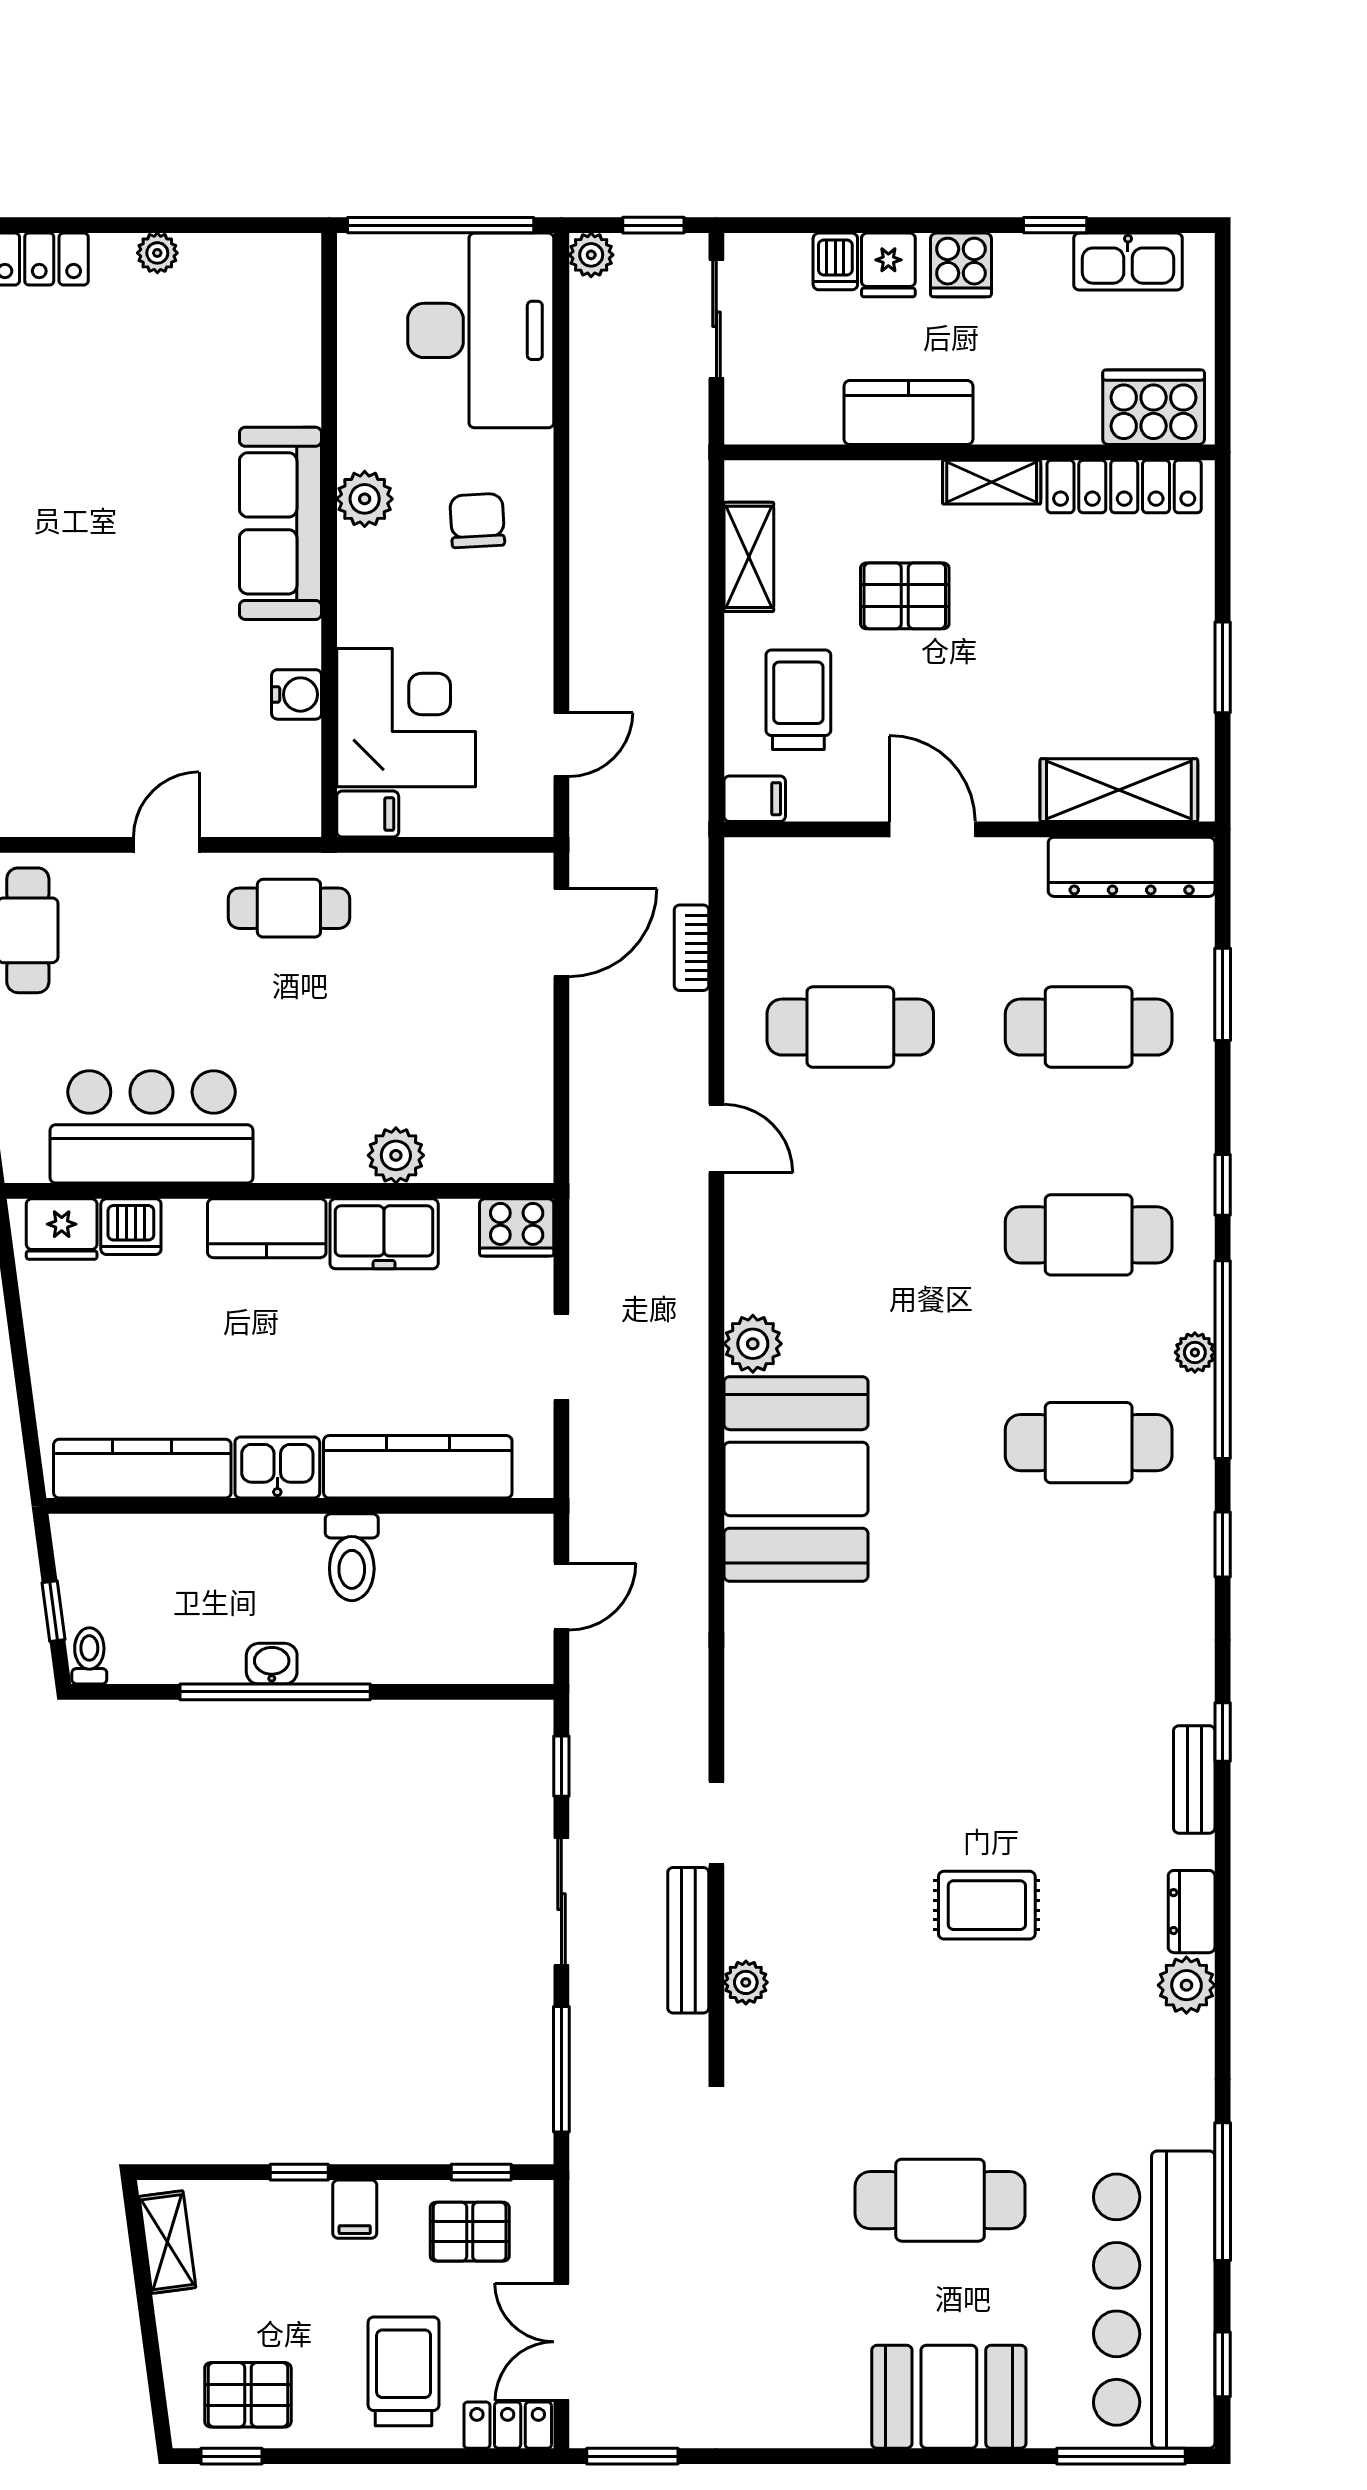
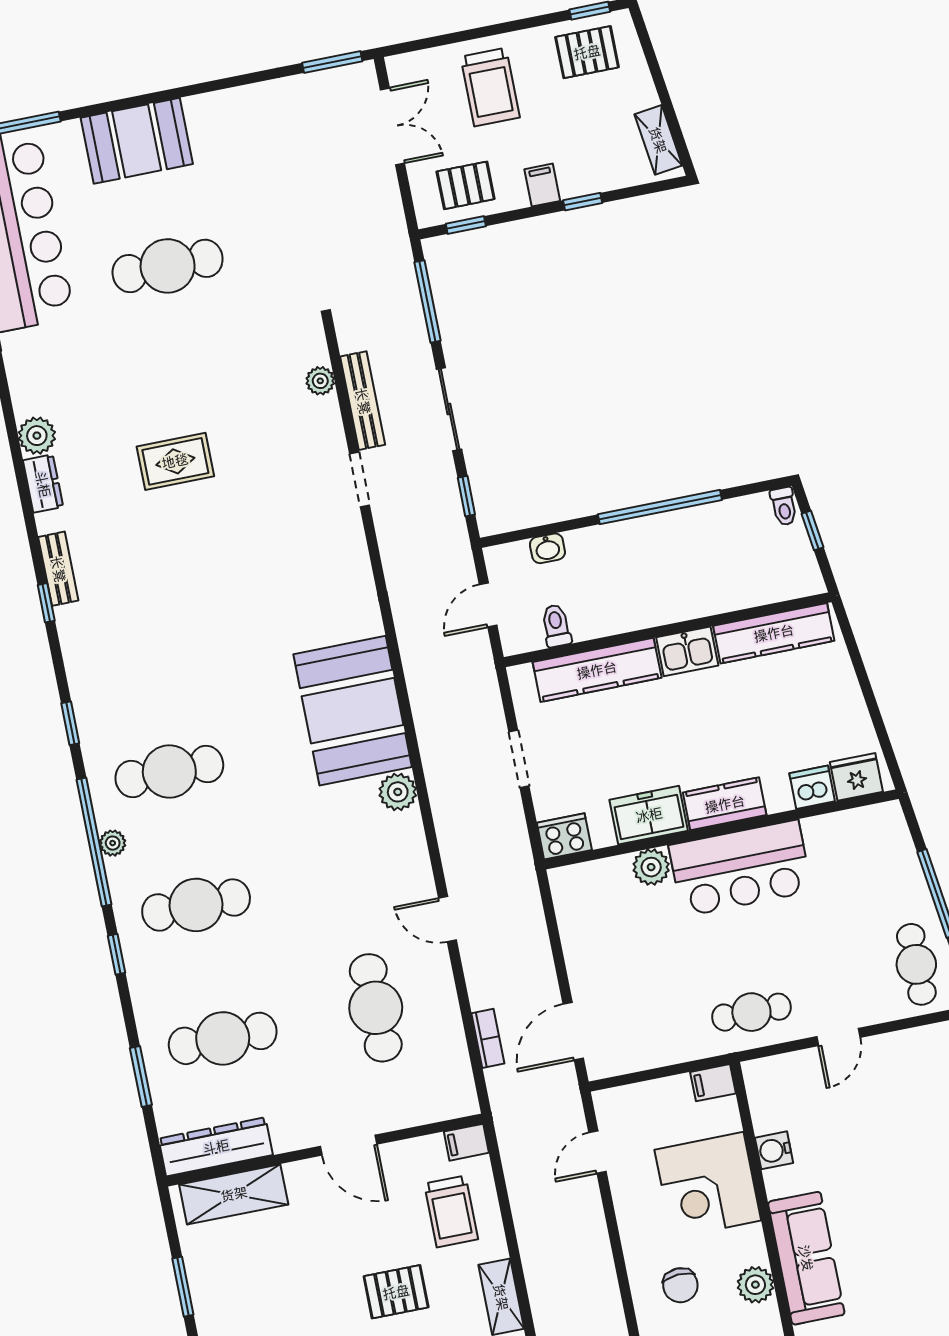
corner desk: (406, 718) -> (708, 1185), moved
cafe table: (850, 1027) -> (376, 1008), turned 90
bar counter: (151, 1127) -> (740, 868), moved
toilet: (352, 1557) -> (556, 626), moved, width x0.73, depth x0.72
washbasin: (272, 1664) -> (547, 548), moved
locker: (508, 2425) -> (416, 66), removed

